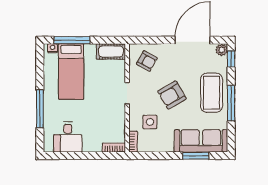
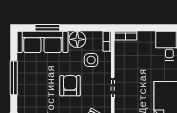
coffee table: (212, 93) -> (32, 88), removed
armchair: (172, 95) -> (70, 86), turned -60
floor lamp: (164, 143) -> (77, 39), added

